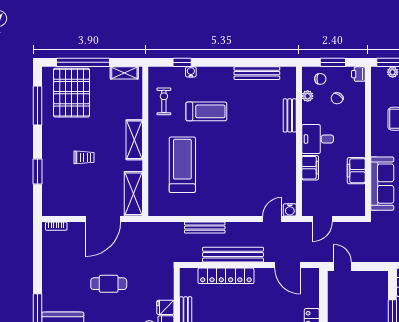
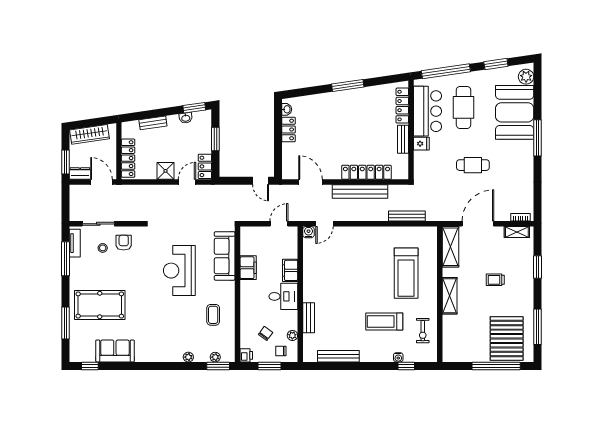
shelving: (124, 73) -> (517, 232), moved
bench: (205, 228) -> (407, 216), moved

